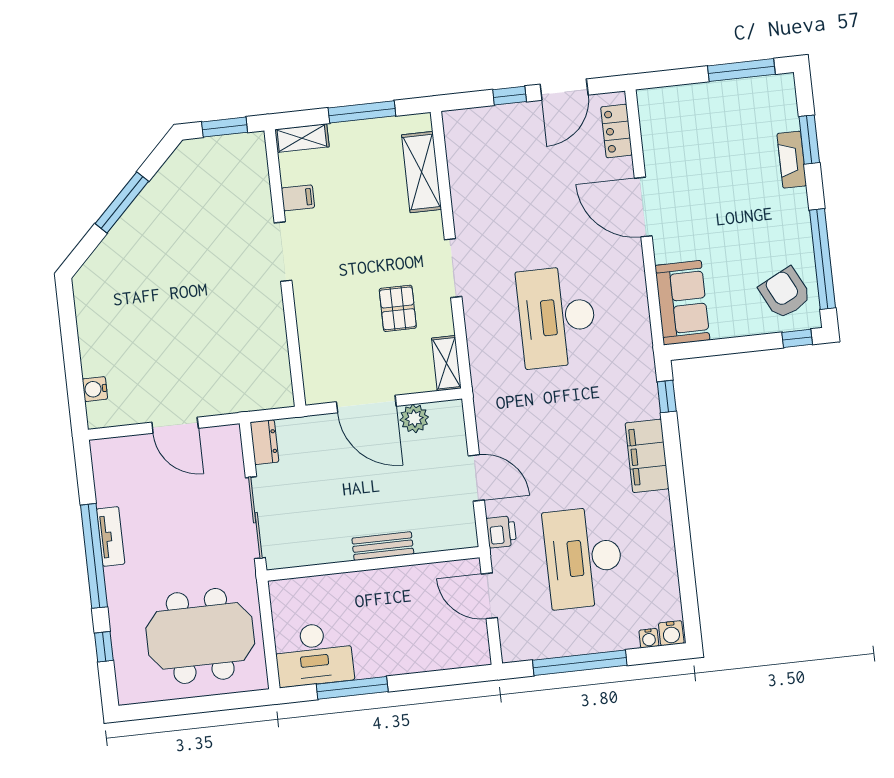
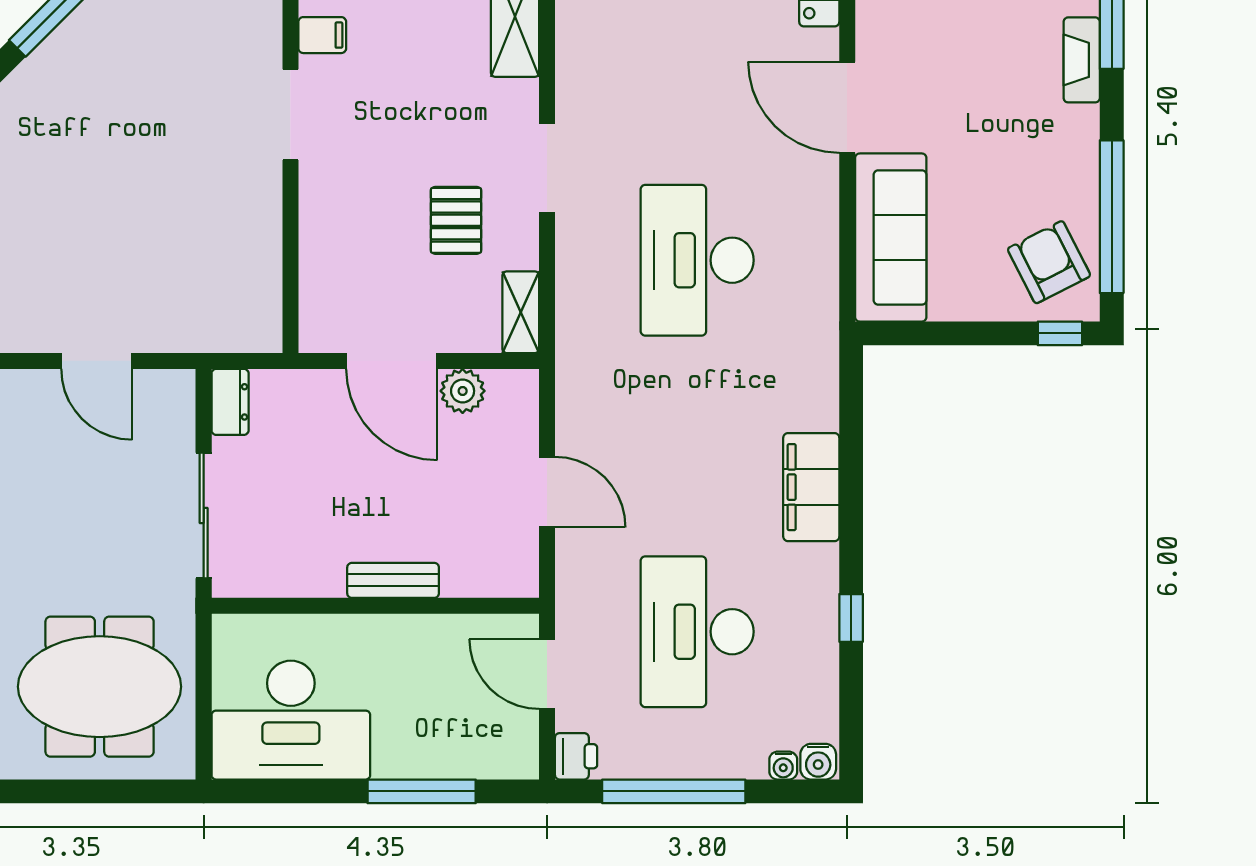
sofa: (682, 303) -> (891, 237), width x1.36
window: (667, 396) -> (851, 618), moved
printer: (501, 532) -> (576, 756), moved
desk: (314, 654) -> (291, 720), width x1.36, depth x1.30
window: (352, 688) -> (422, 791), moved

